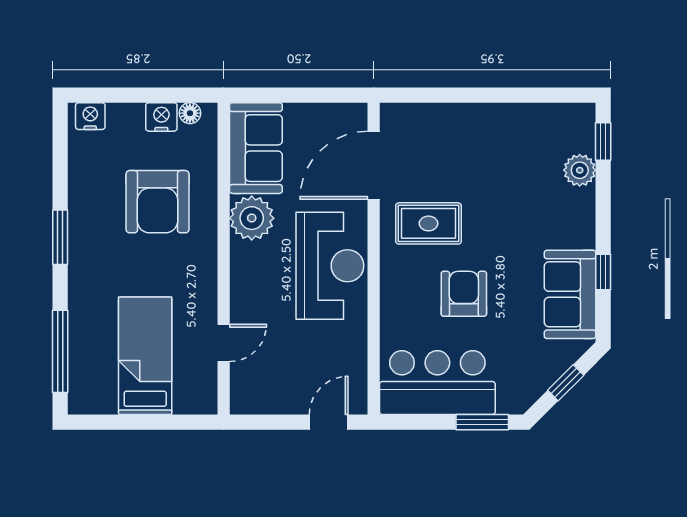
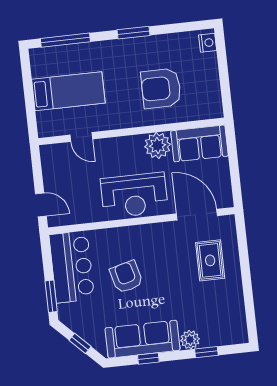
floor lamp: (190, 113) -> (216, 102), removed
nightstand: (161, 117) -> (212, 85), removed
window: (603, 142) -> (206, 352), moved
plant: (580, 170) -> (190, 340), moved
rug: (429, 223) -> (210, 260), moved
armchair: (464, 294) -> (126, 277), turned -105
sofa: (570, 294) -> (143, 339), width x1.36

